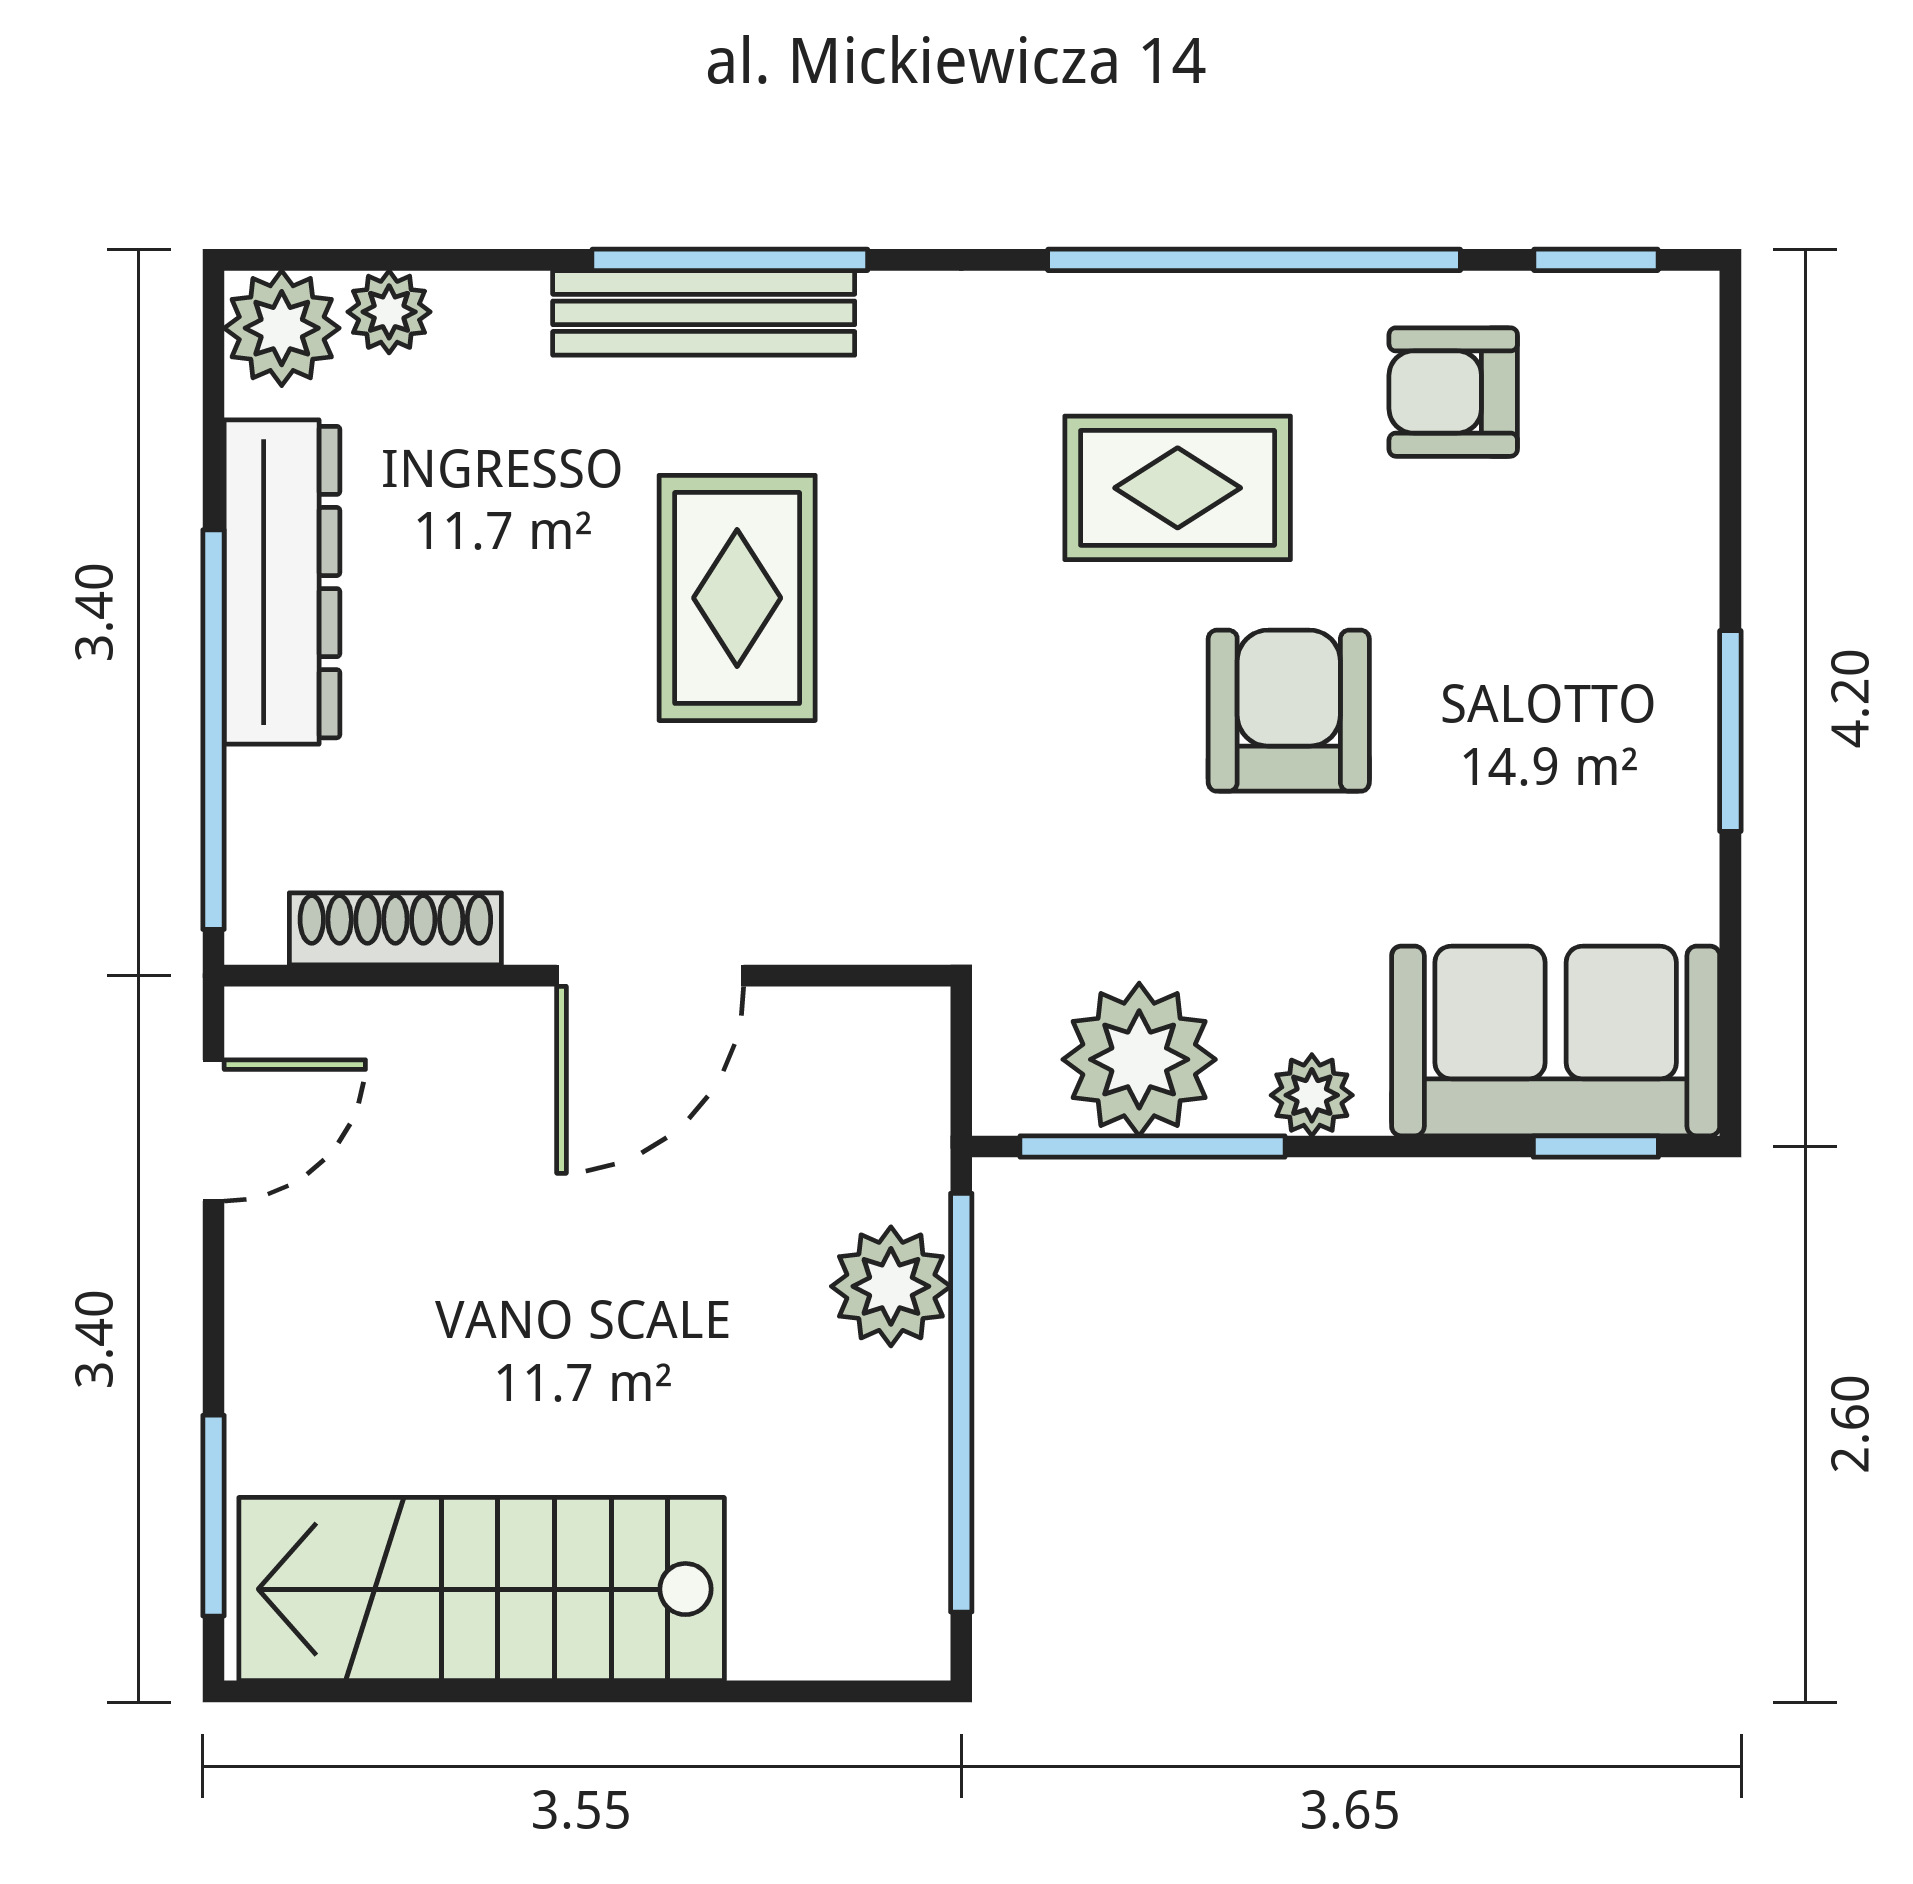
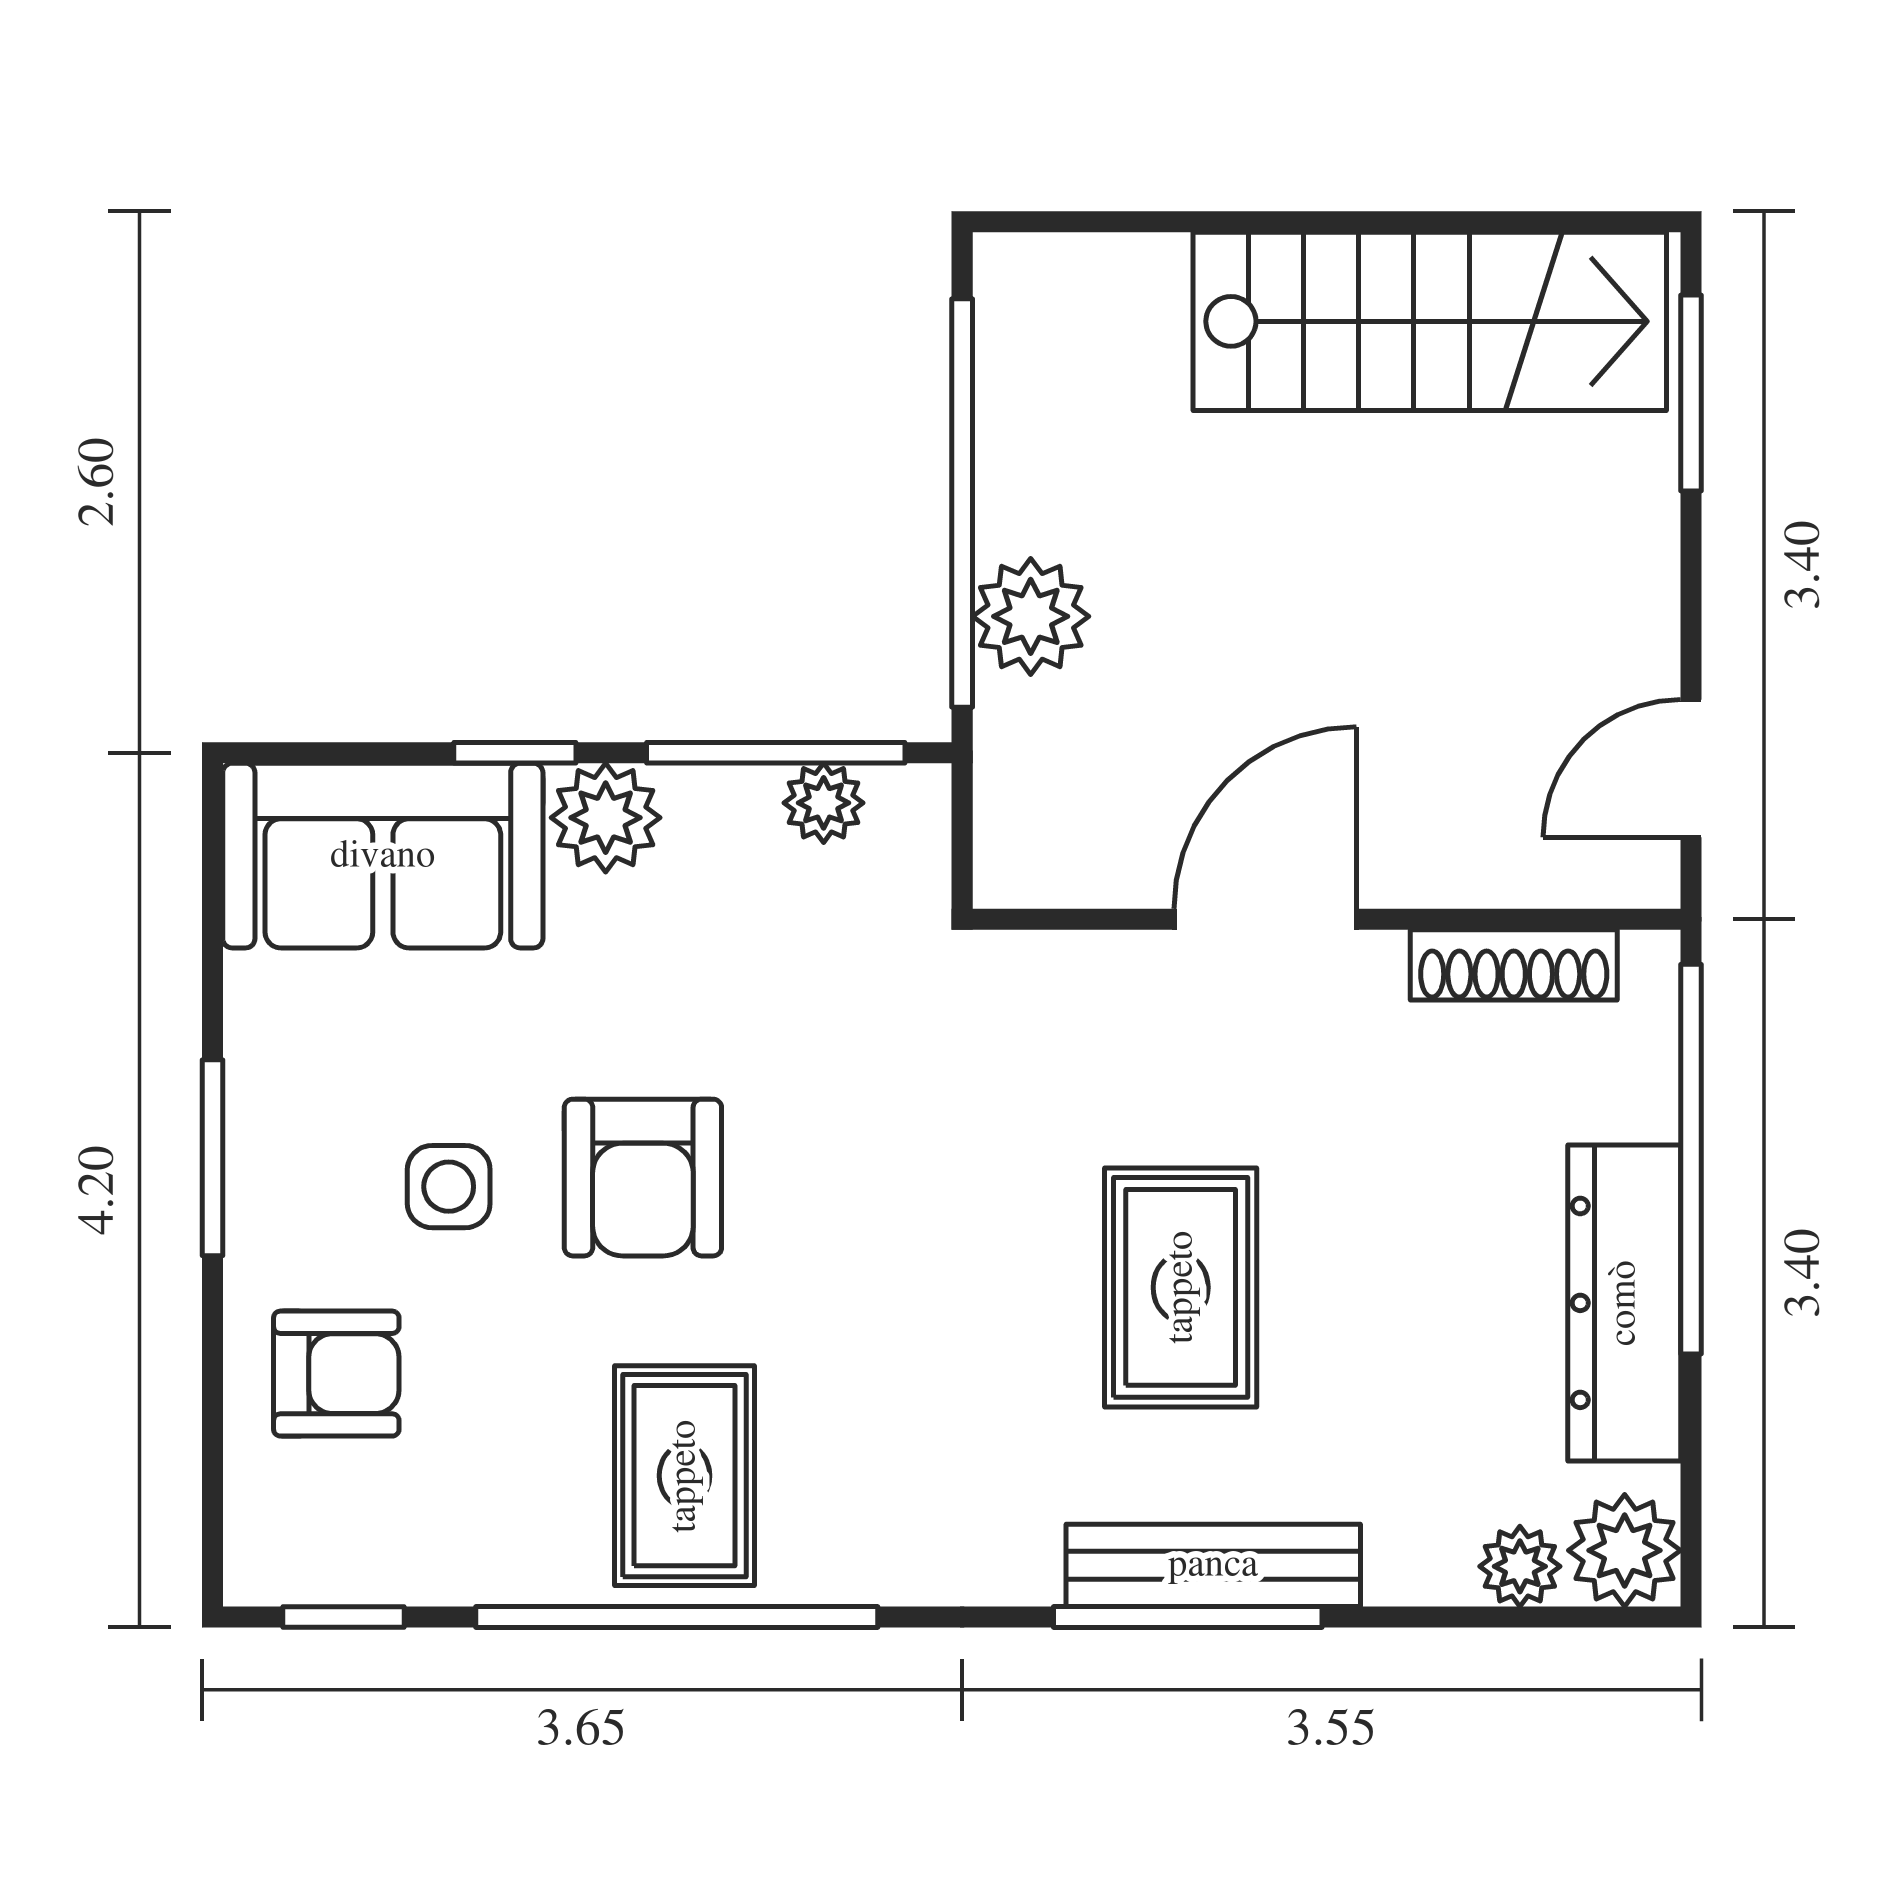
armchair: (1453, 392) -> (336, 1374), moved
rug: (1178, 488) -> (684, 1476), moved, turned 90
side table: (1488, 701) -> (449, 1187), added
plant: (1139, 1059) -> (824, 803), width x0.53, depth x0.53
plant: (1312, 1095) -> (606, 818), width x1.38, depth x1.38
window: (1596, 1147) -> (515, 753), moved

